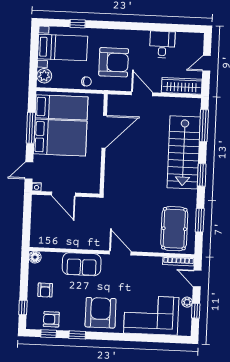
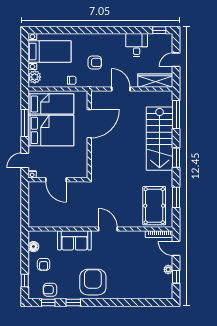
window: (78, 24) -> (159, 30), moved
armchair: (114, 62) -> (95, 62), width x0.53, depth x0.53
floor lamp: (35, 257) -> (33, 247), moved
corner sofa: (151, 315) -> (137, 282), removed

